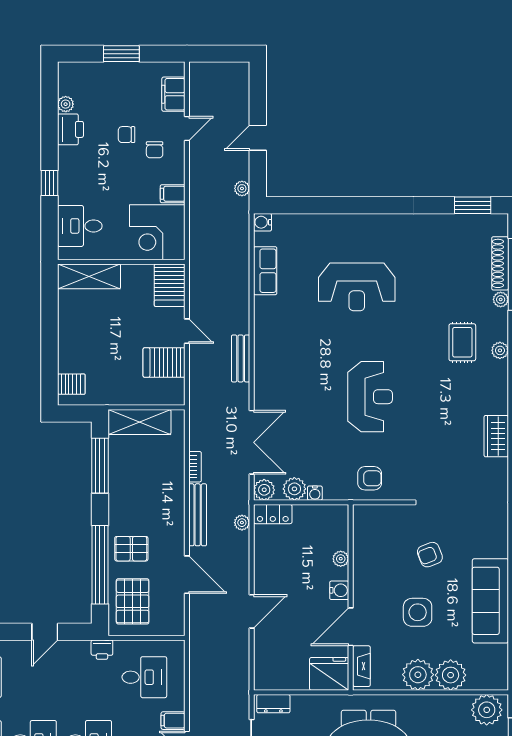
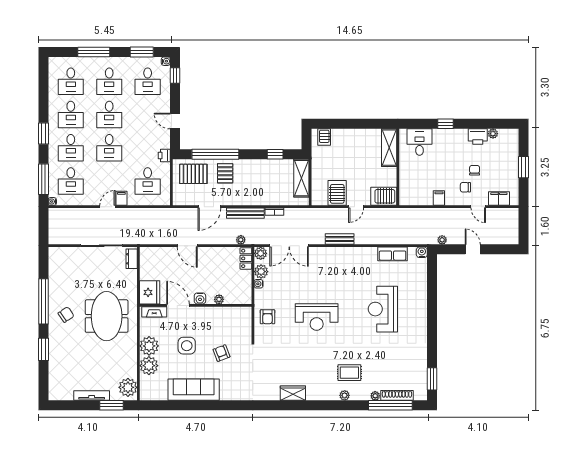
corner desk: (157, 232) -> (416, 189), removed
window: (100, 466) -> (275, 154), width x0.46

